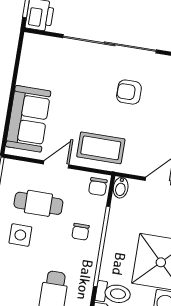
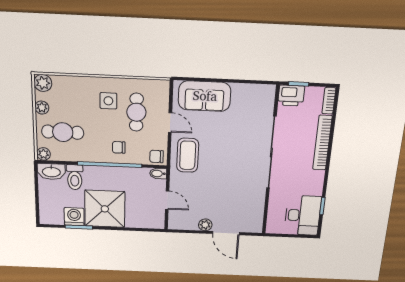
armchair: (129, 92) -> (234, 171), removed

